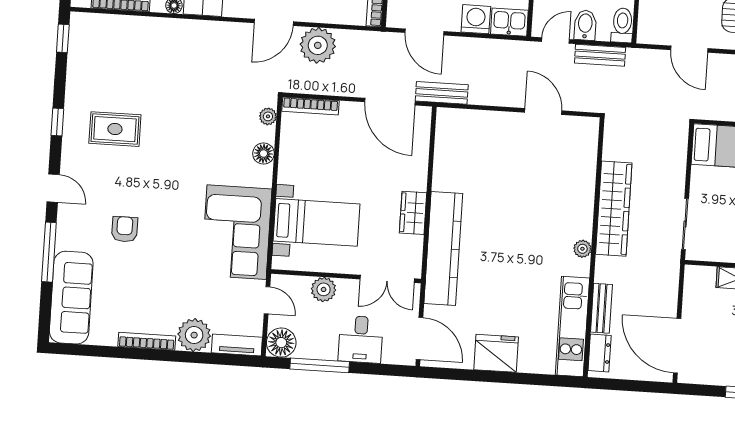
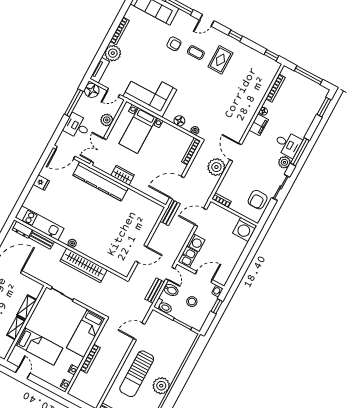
coffee table: (122, 181) -> (196, 53), added
fridge: (496, 353) -> (41, 183), width x0.53, depth x0.75

